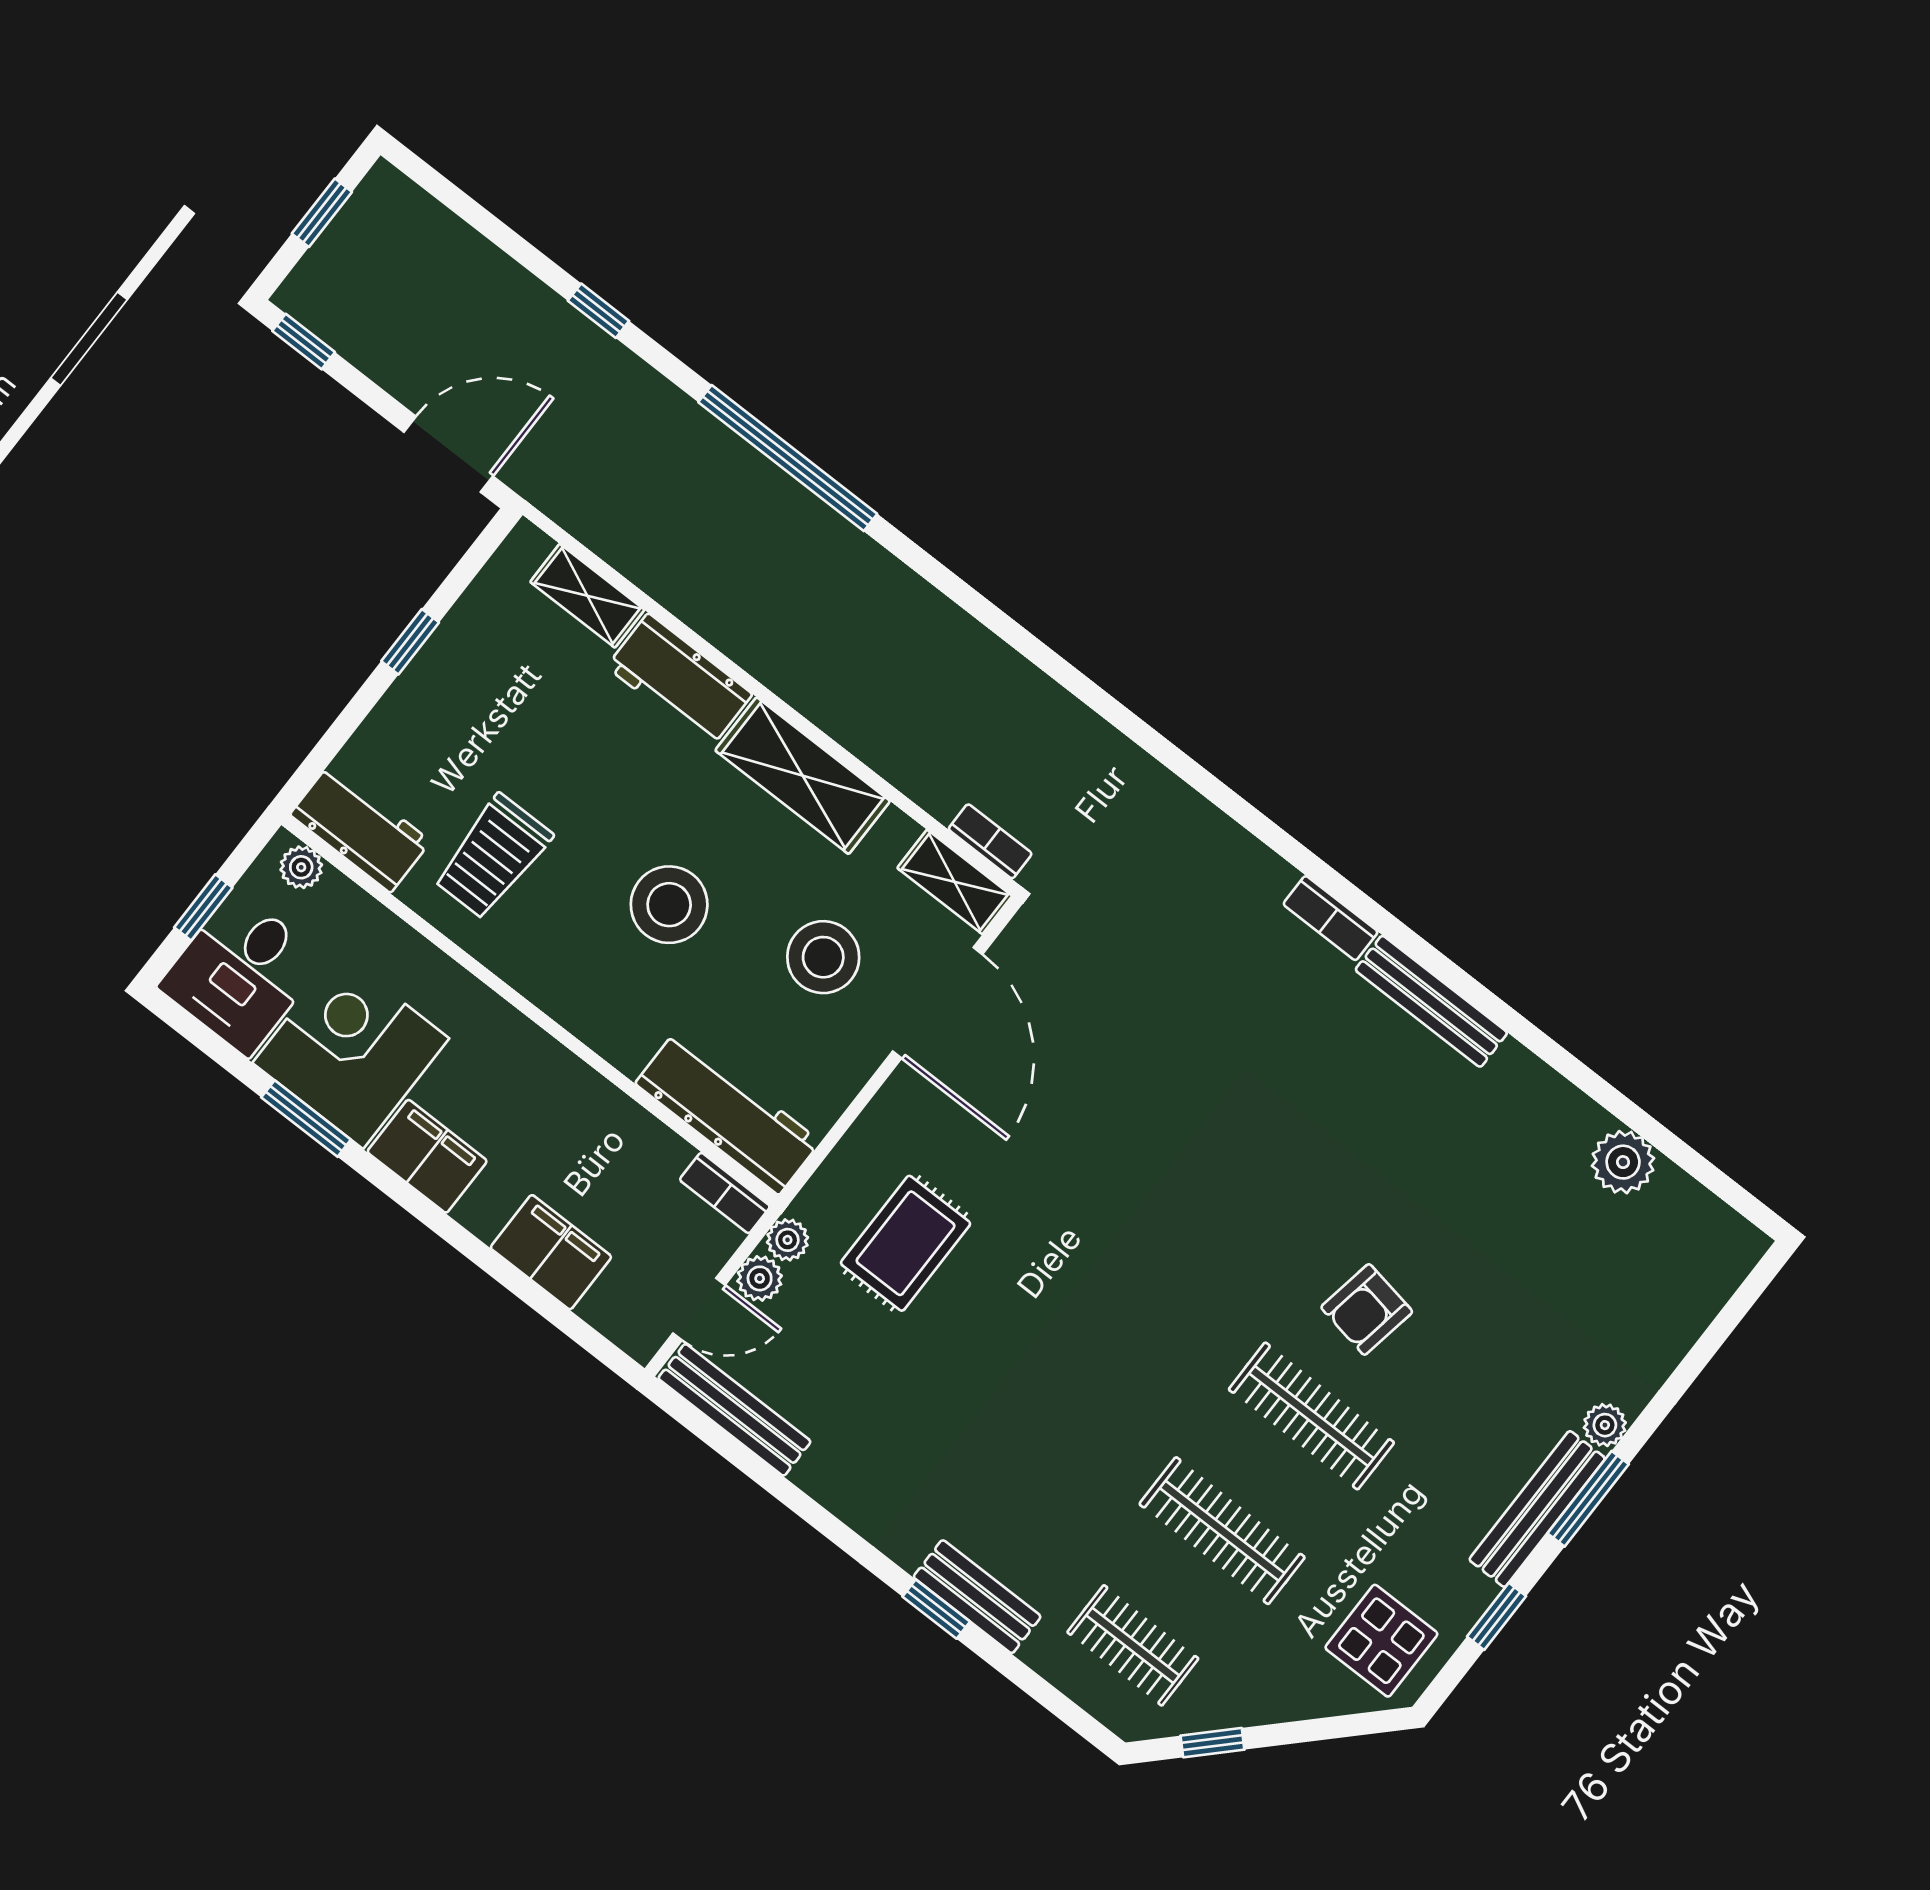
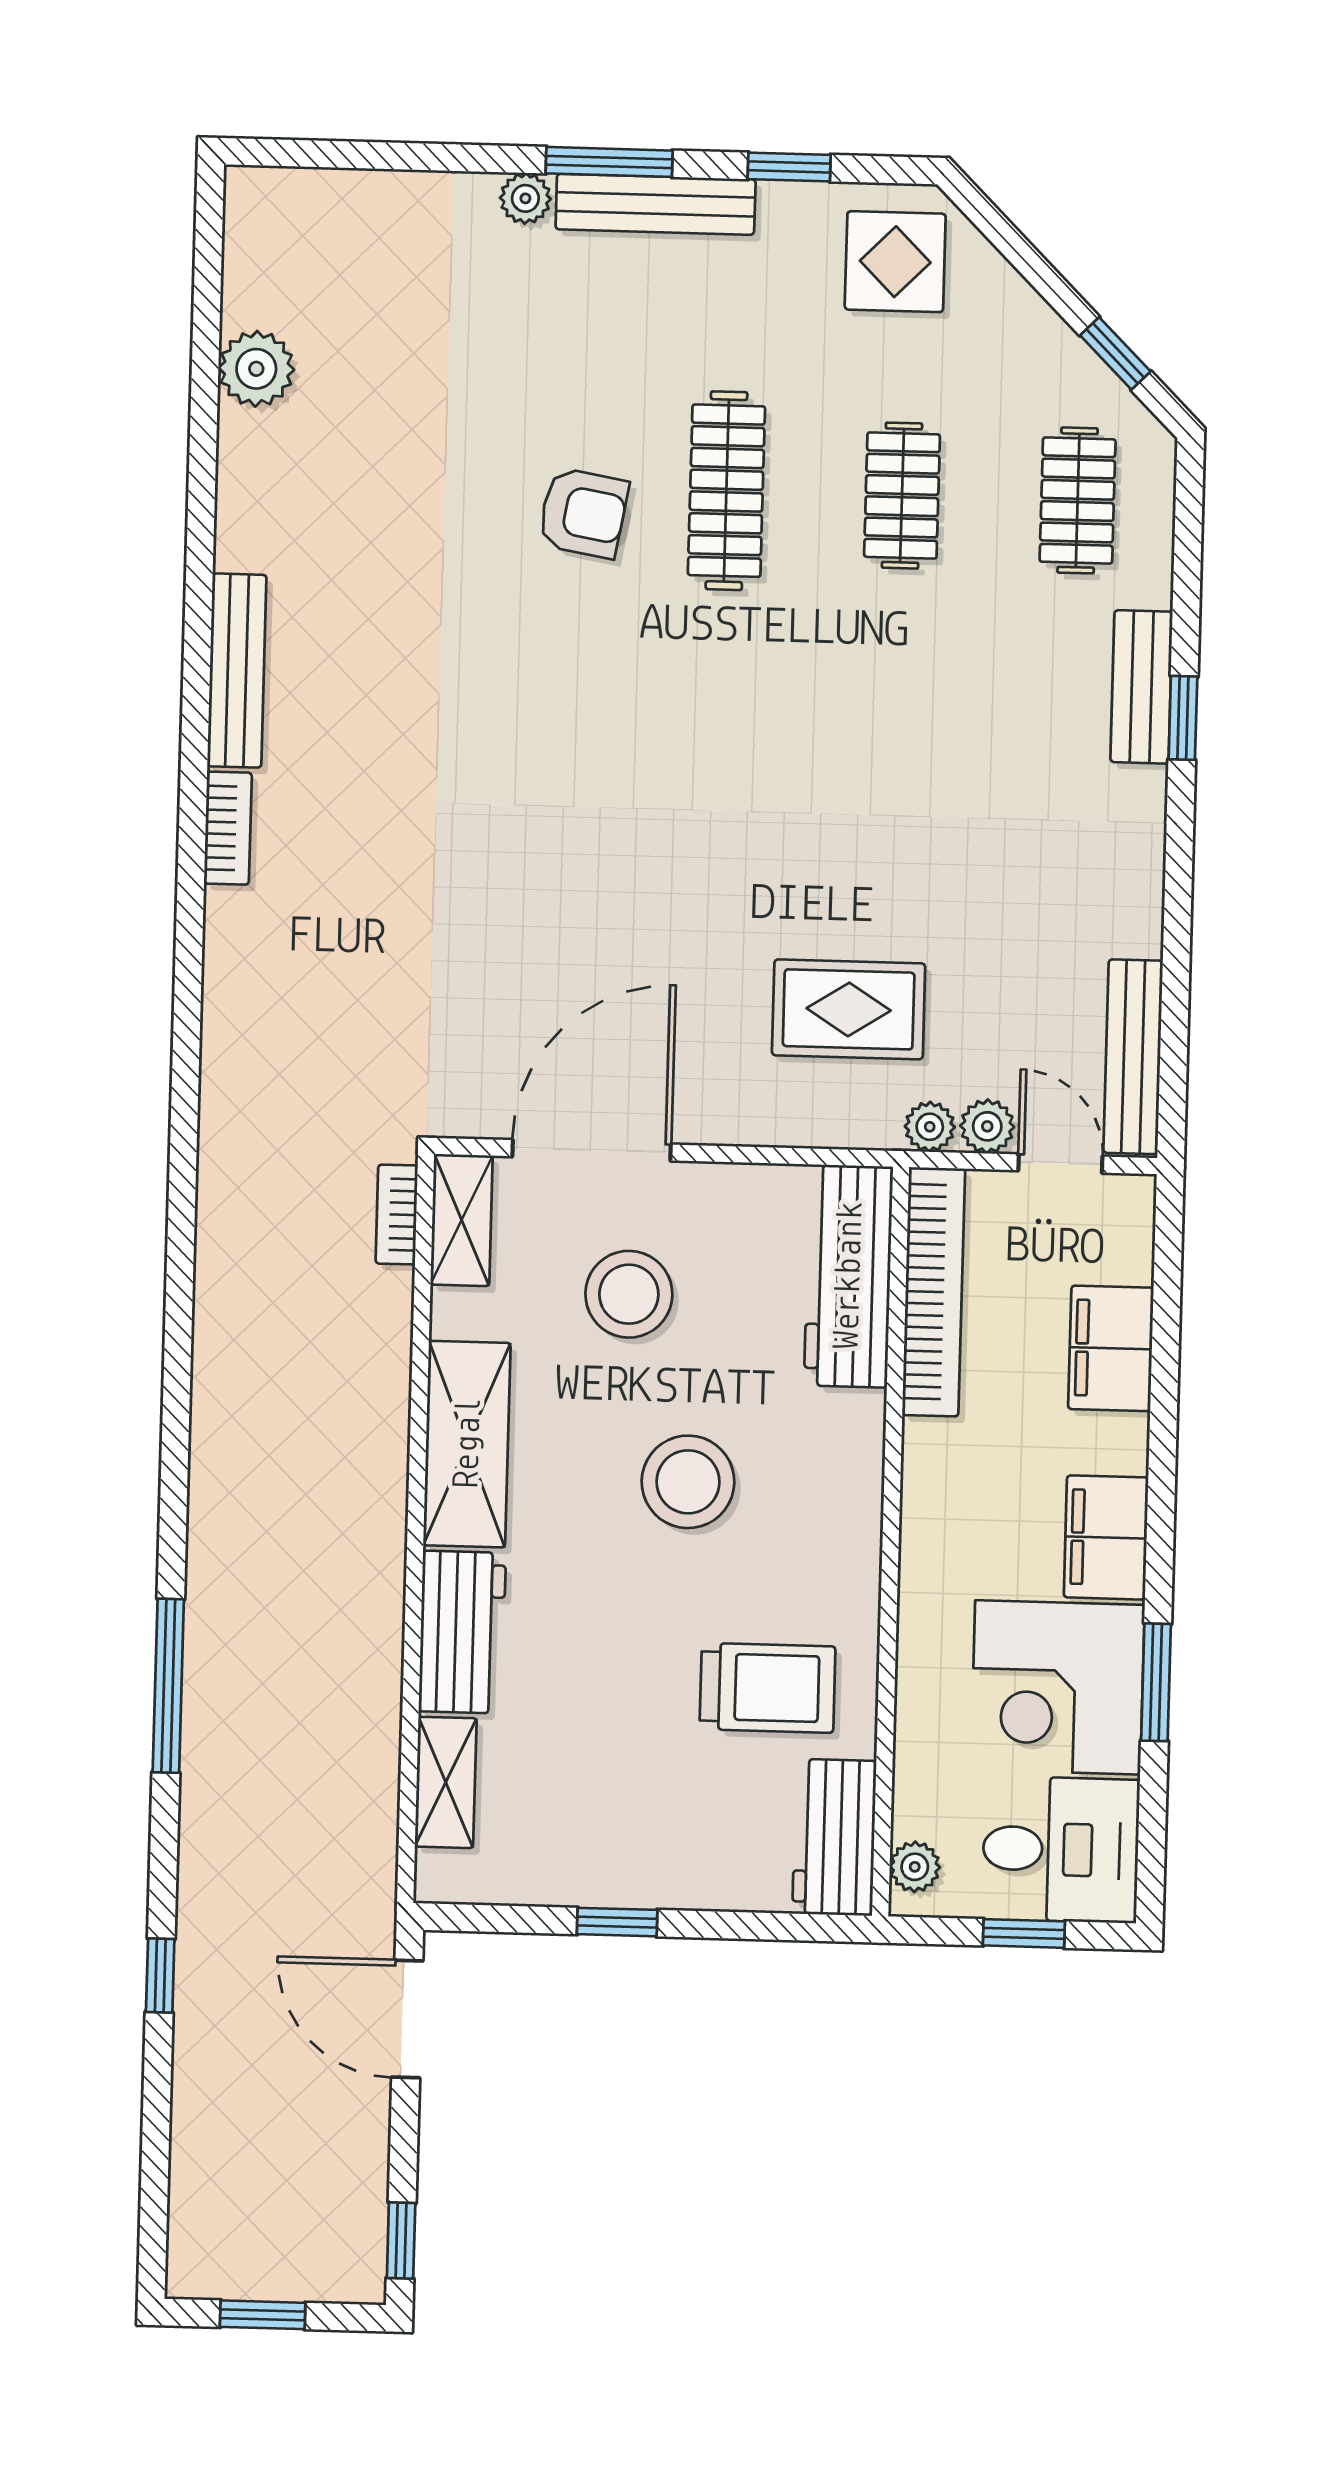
window: (788, 458) -> (168, 1686), width x0.68
bookcase: (725, 1193) -> (934, 1292), width x2.31, depth x1.31
clothes rail: (1222, 1531) -> (902, 496), width x0.73

